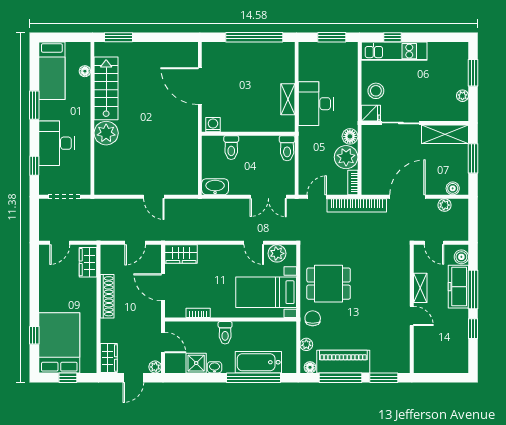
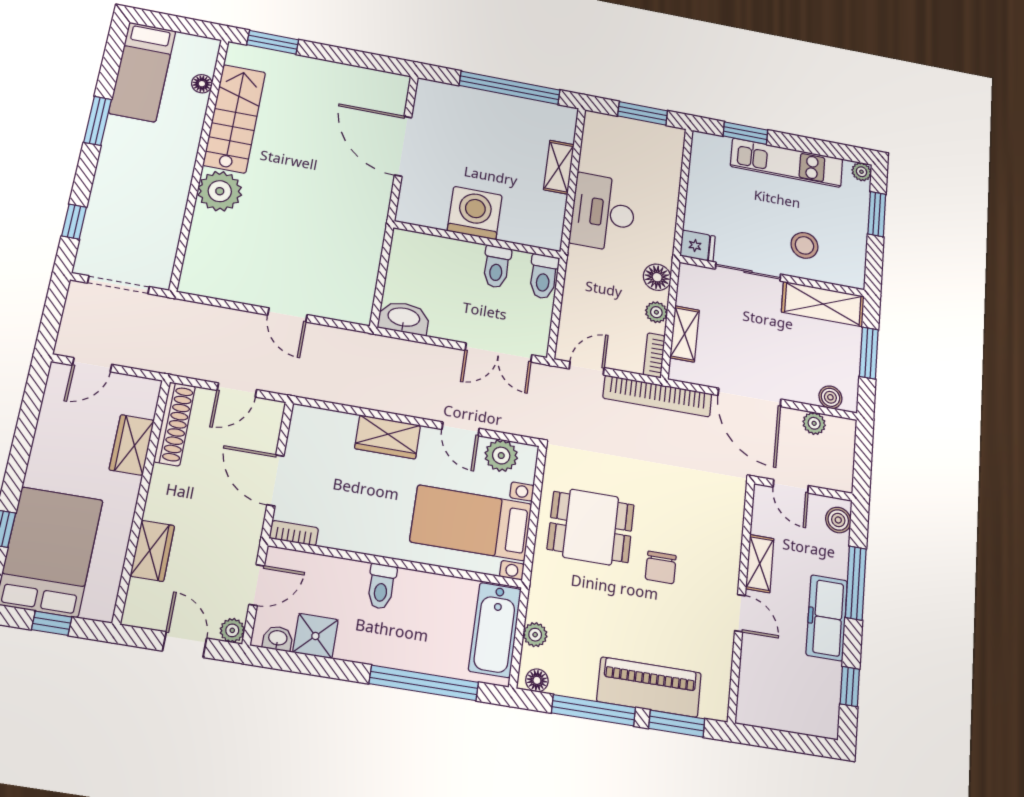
window: (392, 37) -> (745, 133), width x1.50
kitchen unit: (394, 51) -> (787, 163), moved
stool: (376, 91) -> (804, 245), moved
plant: (462, 96) -> (861, 172), moved
shelving: (288, 99) -> (559, 167), moved
washing machine: (213, 125) -> (475, 213), moved, width x1.89, depth x1.89
desk: (56, 143) -> (124, 191), removed
toilet: (231, 148) -> (497, 267), moved
plant: (346, 157) -> (656, 312), width x0.53, depth x0.53
shelving: (368, 167) -> (685, 334), added
door: (407, 197) -> (749, 397), swing flipped
wardrobe: (181, 254) -> (388, 437), moved
wardrobe: (88, 262) -> (132, 445), moved
freezer: (458, 287) -> (827, 618), moved
shoe rack: (107, 296) -> (175, 424), moved
bookcase: (198, 313) -> (294, 533), moved
chair: (313, 318) -> (661, 567), moved, turned 180
window: (473, 329) -> (850, 686), moved
door: (163, 343) -> (257, 585), hinge flipped
wardrobe: (109, 358) -> (152, 551), moved
bathtub: (258, 362) -> (495, 630), moved, turned -90
piano: (343, 362) -> (649, 687), moved
washbasin: (215, 367) -> (278, 638), moved
door: (133, 378) -> (185, 645), swing flipped

